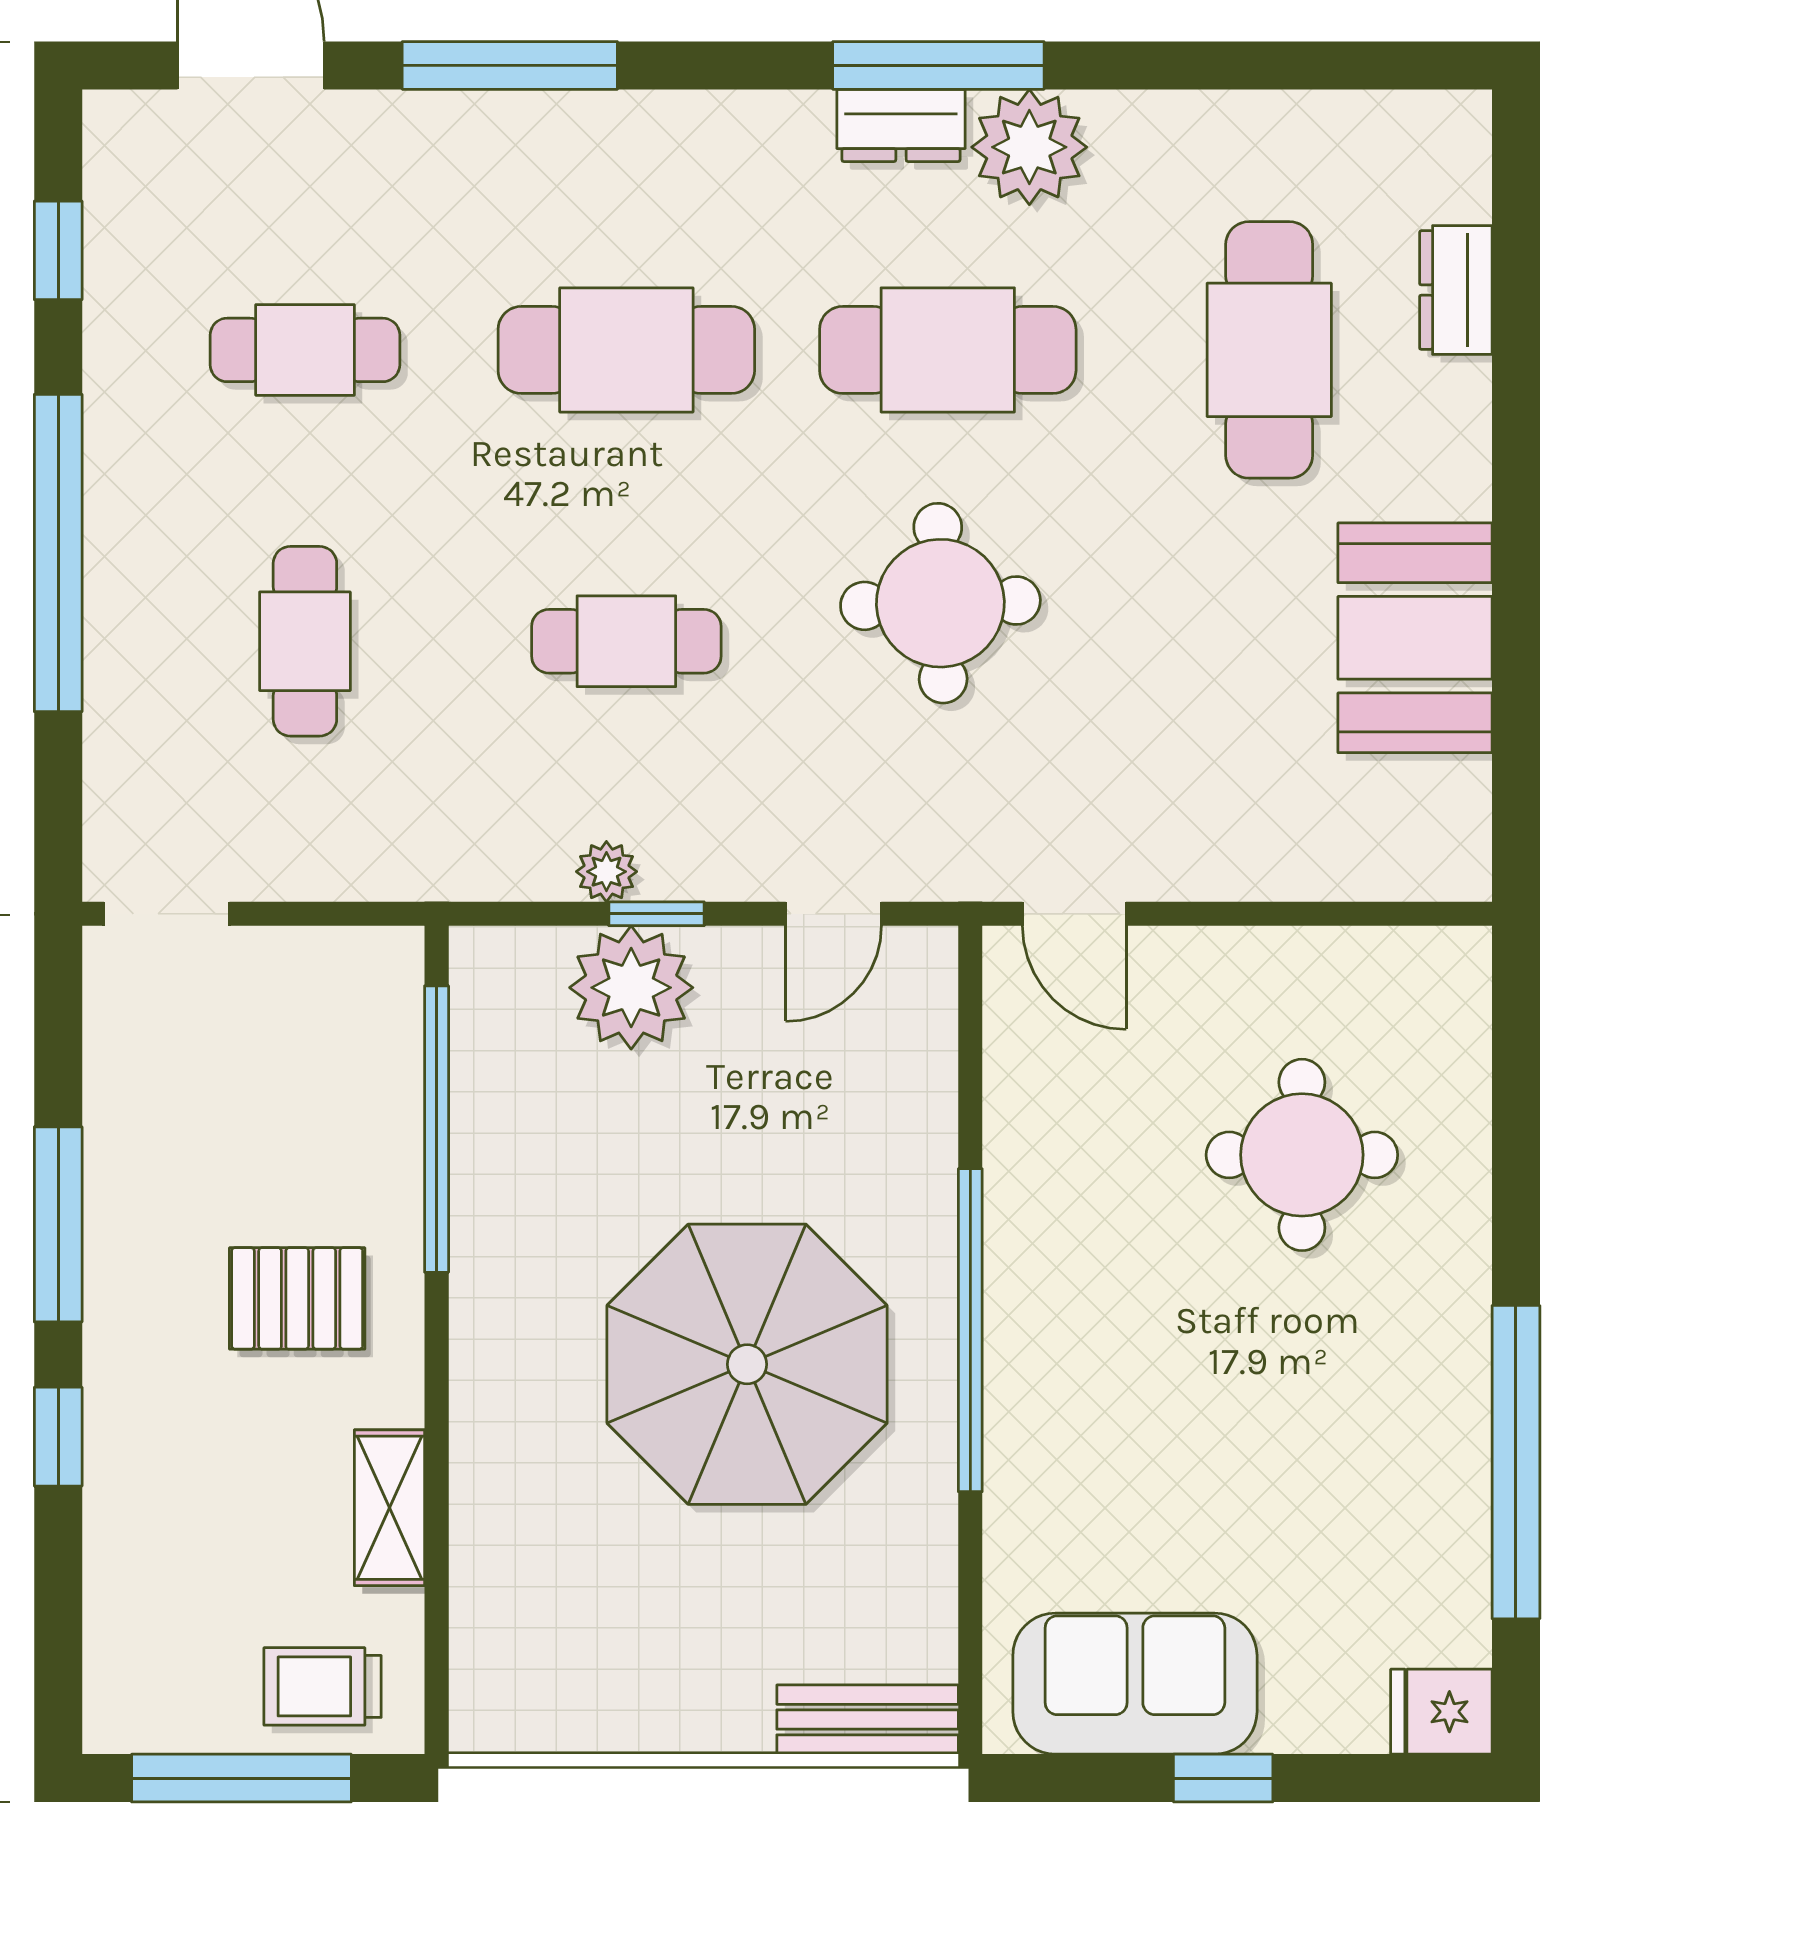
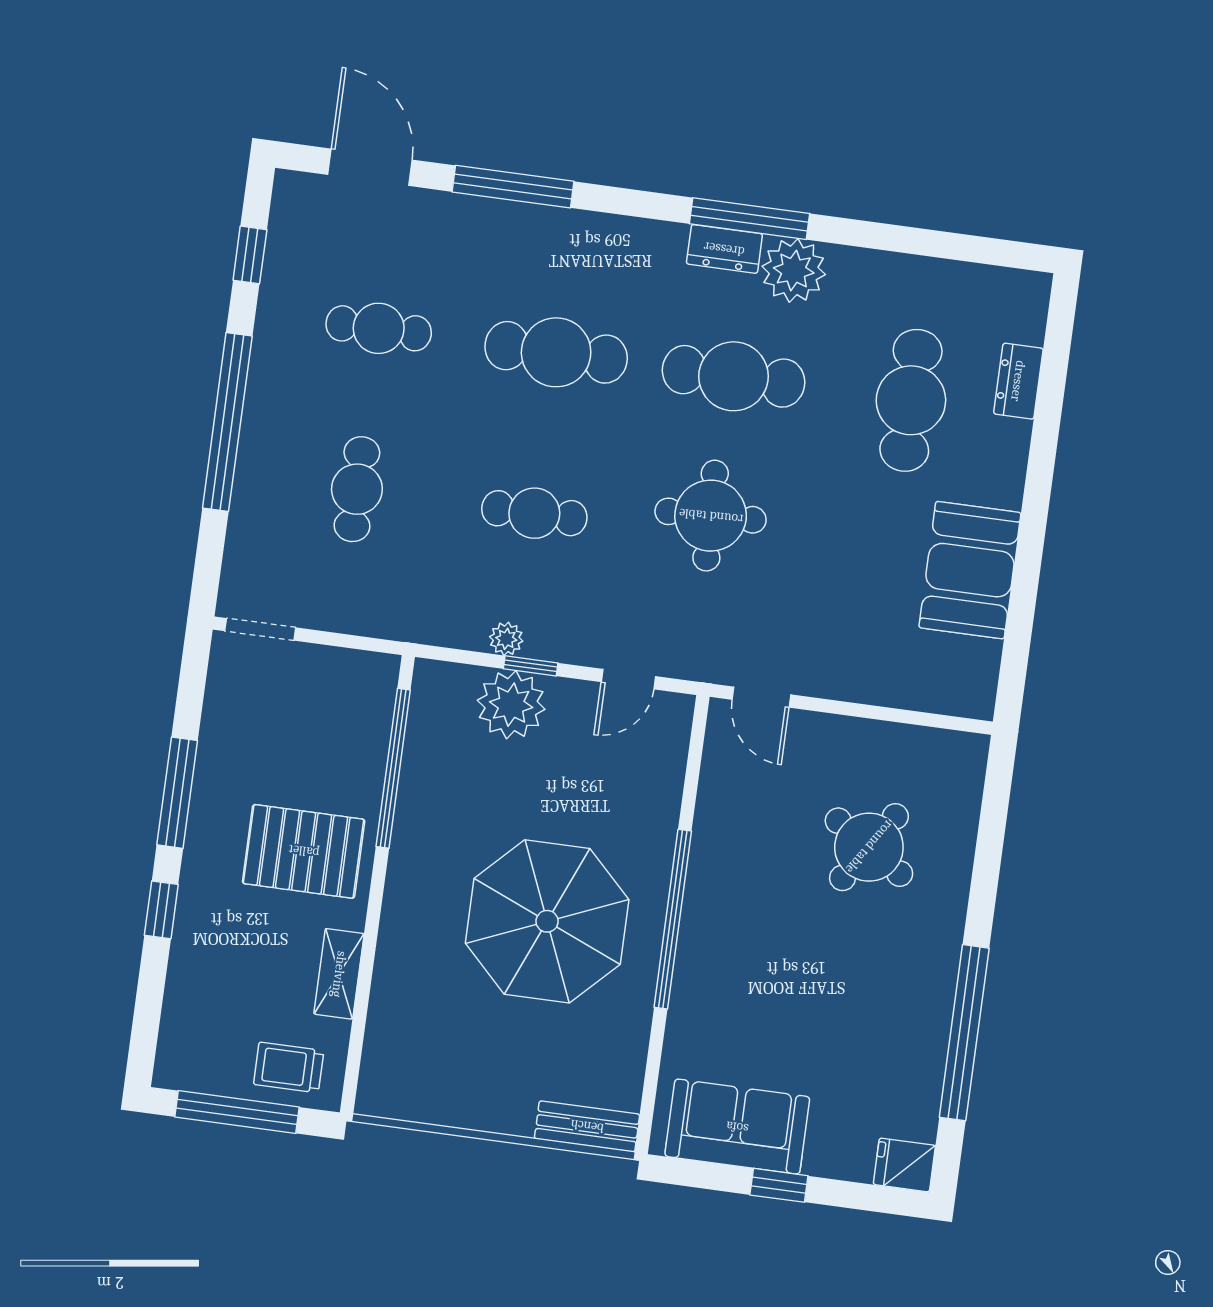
round table: (1302, 1155) -> (869, 847), turned 33
pallet: (297, 1298) -> (304, 851), width x1.50, depth x1.42

